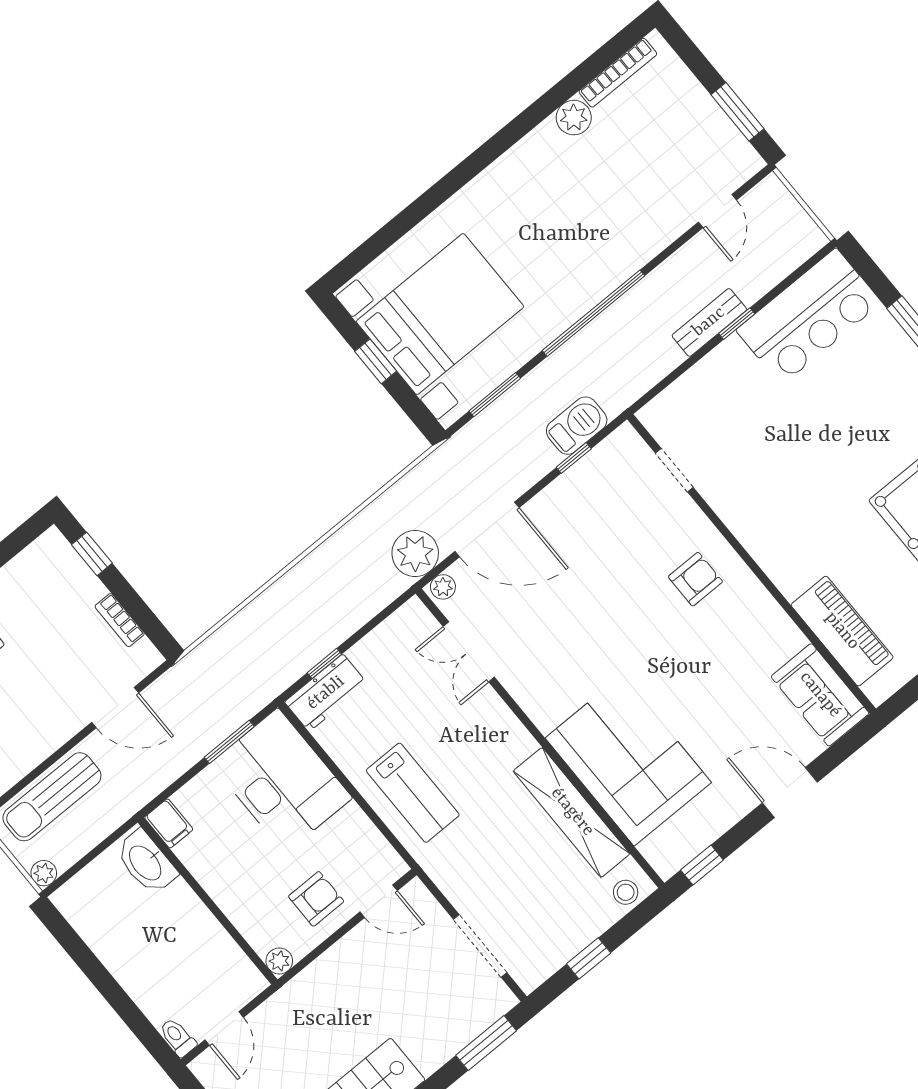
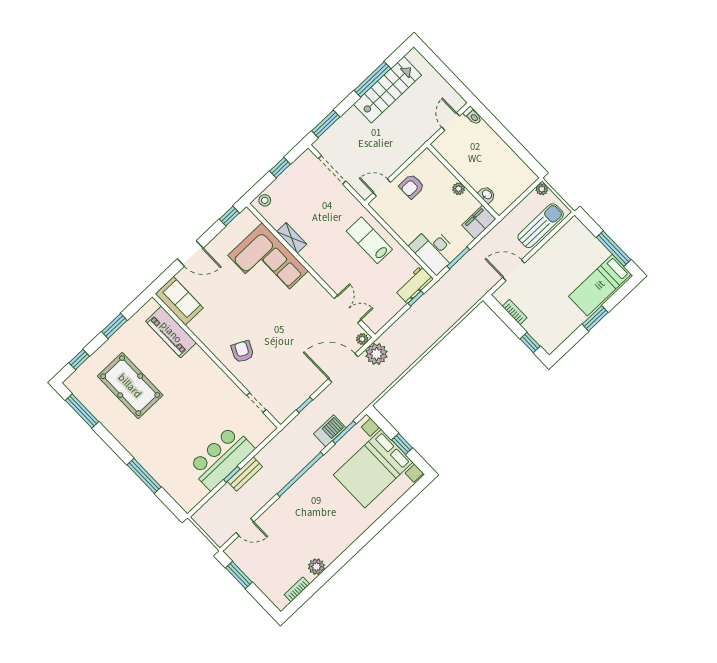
bookcase: (618, 73) -> (297, 589), width x0.64
door: (717, 211) -> (245, 527), swing flipped
bar counter: (809, 316) -> (221, 458), moved
barbecue: (577, 426) -> (330, 431), moved, turned 180
armchair: (695, 579) -> (242, 352), turned 116
desk: (281, 781) -> (434, 250), width x0.73, depth x0.77
shelving: (572, 812) -> (292, 238), width x0.45, depth x0.75
filing cabinet: (169, 823) -> (479, 222), width x2.00
washbasin: (146, 862) -> (487, 195), width x0.52, depth x0.69
plant: (279, 961) -> (459, 189), moved

